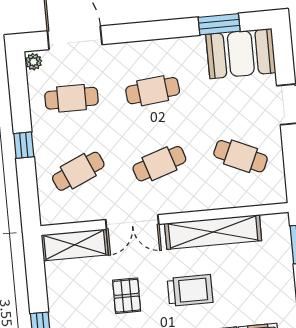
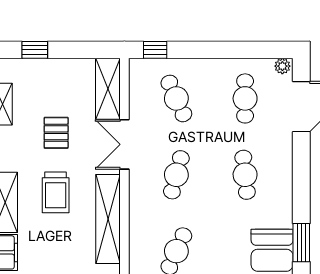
window: (24, 145) -> (155, 50), moved
cafe table: (159, 164) -> (176, 175), turned 33
pallet: (127, 296) -> (56, 133), turned 90

